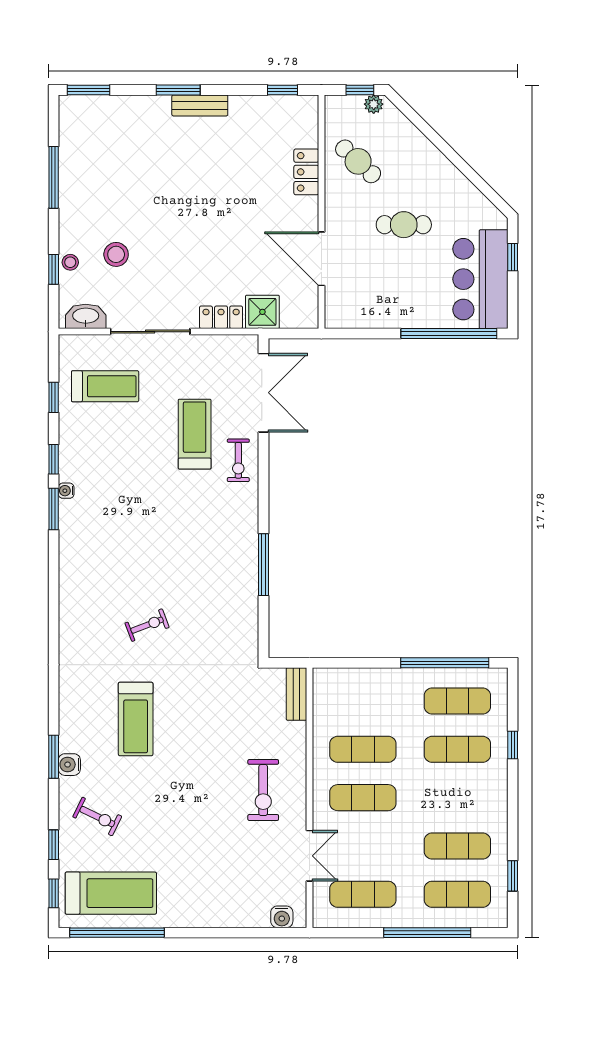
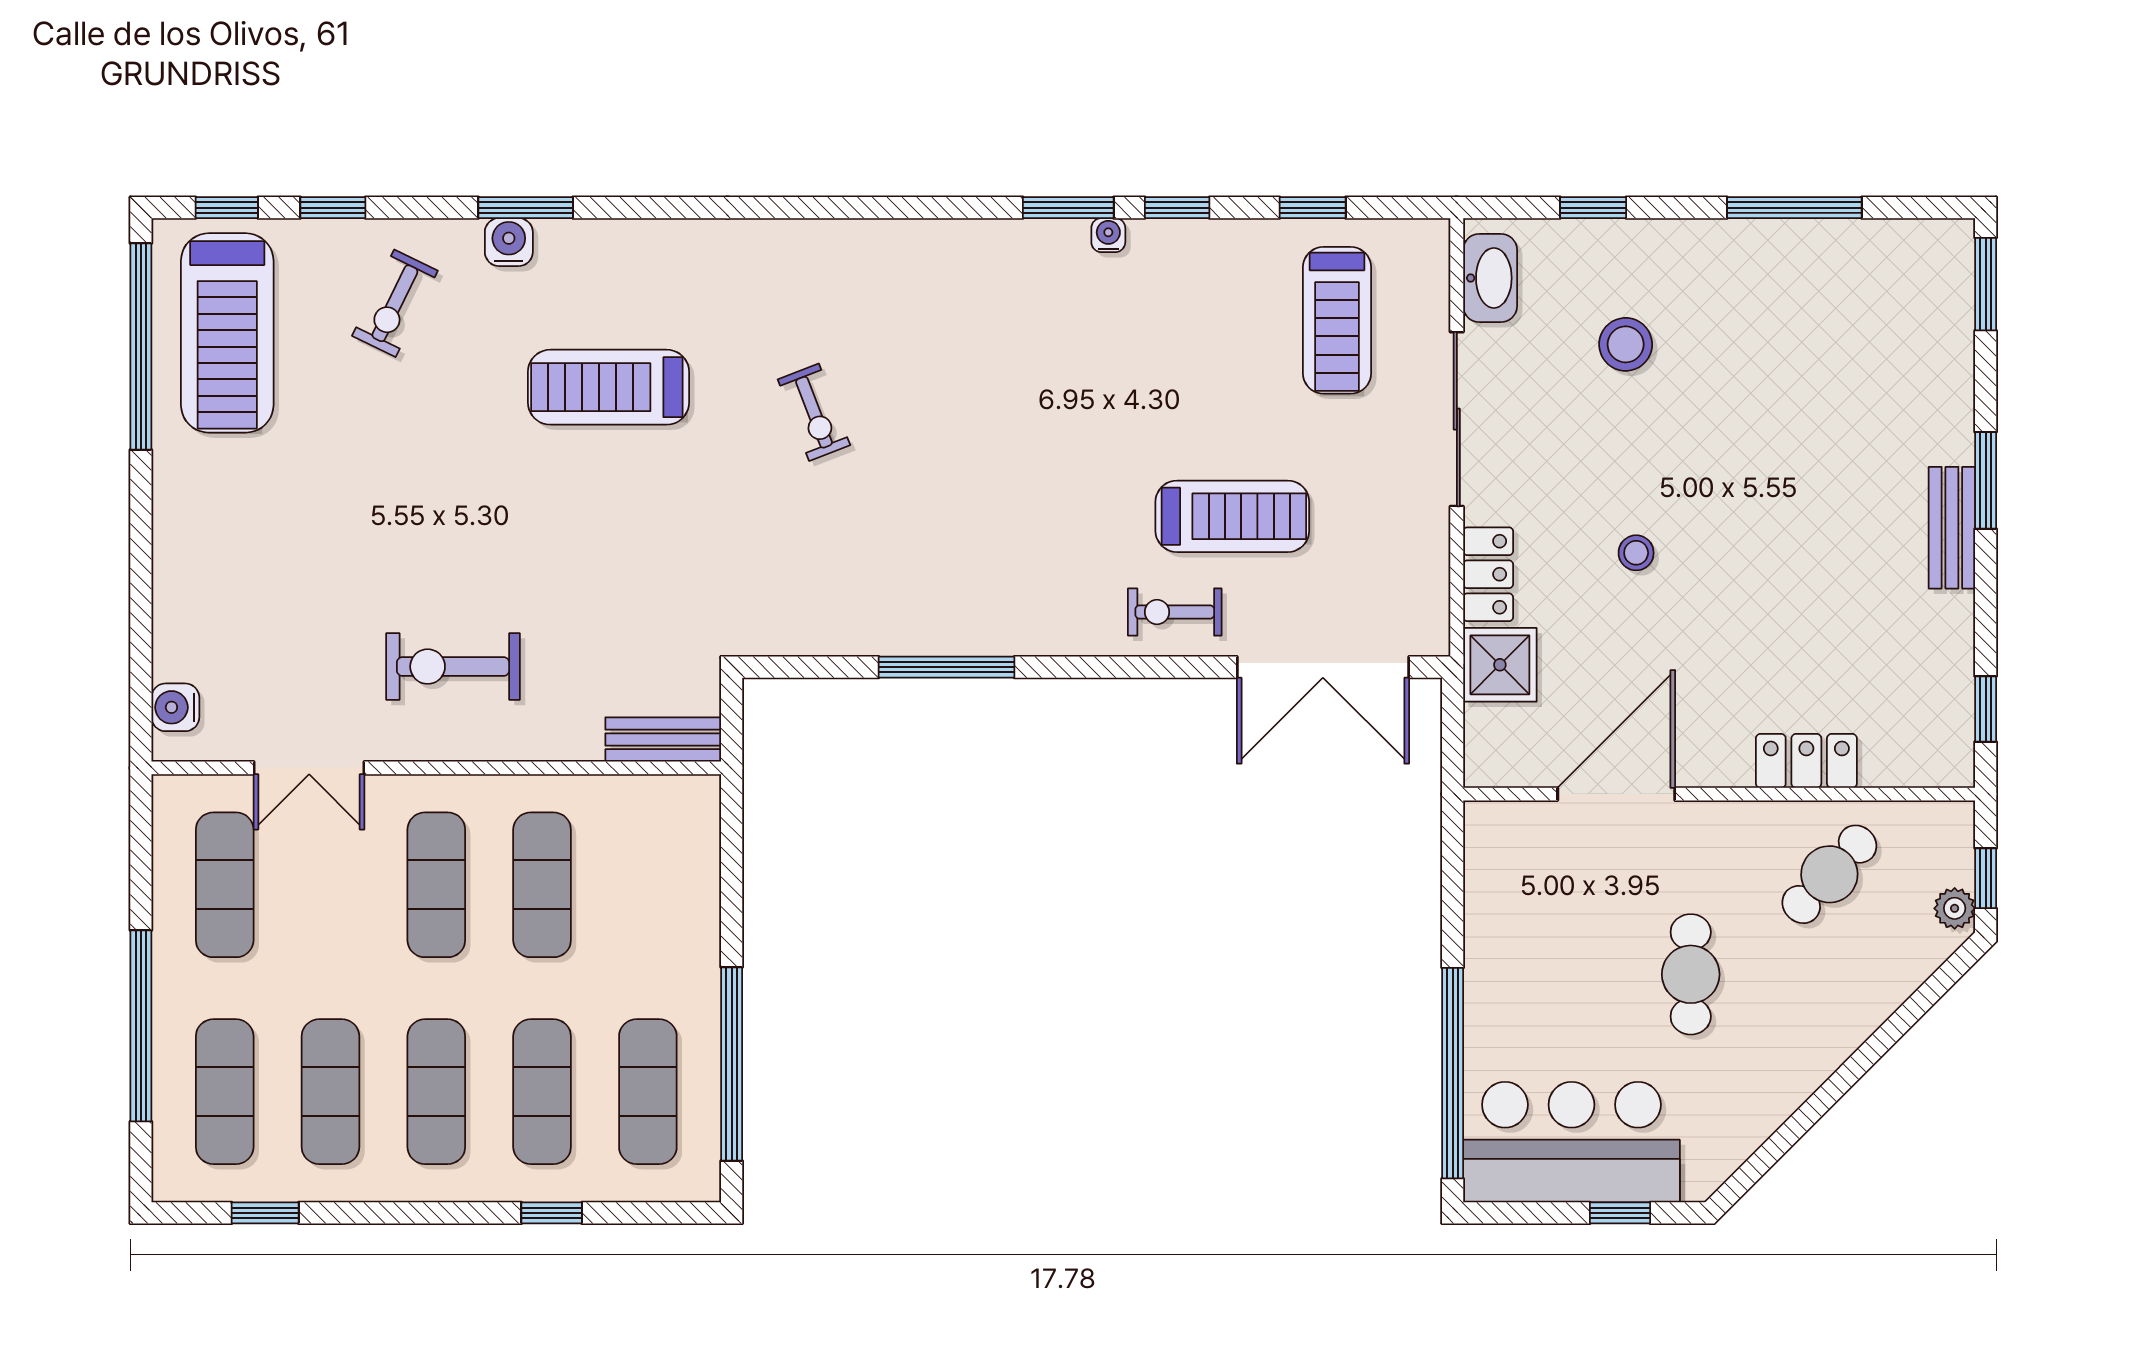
stool: (70, 262) -> (1636, 553), moved
exercise mat: (457, 798) -> (436, 1092), added

